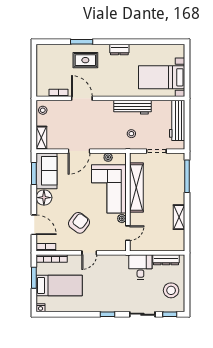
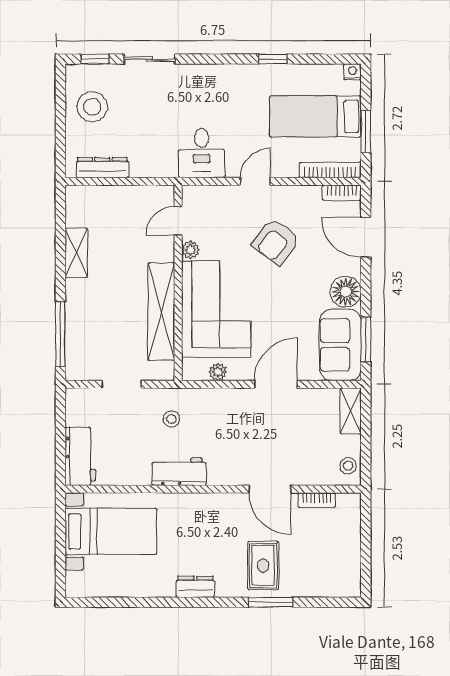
rug: (85, 60) -> (263, 566), turned 90
workbench: (133, 107) -> (179, 472), width x0.73
workbench: (177, 120) -> (80, 456), width x0.73
desk: (140, 267) -> (202, 153), moved
window: (108, 314) -> (273, 59), moved

